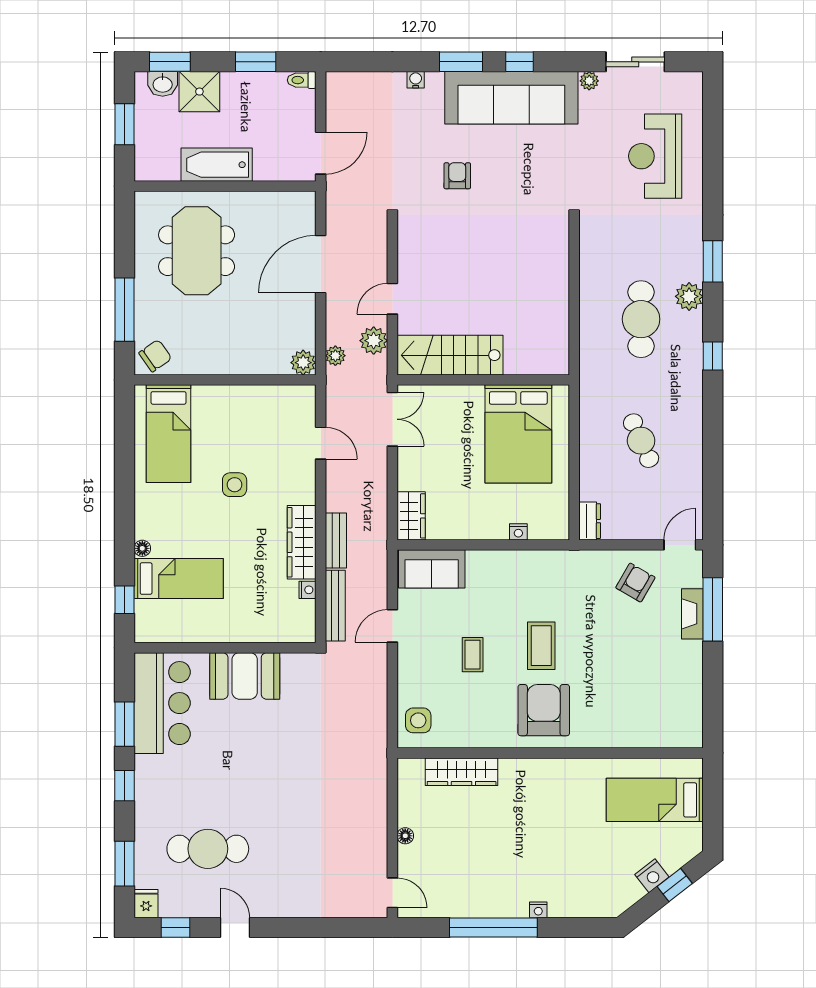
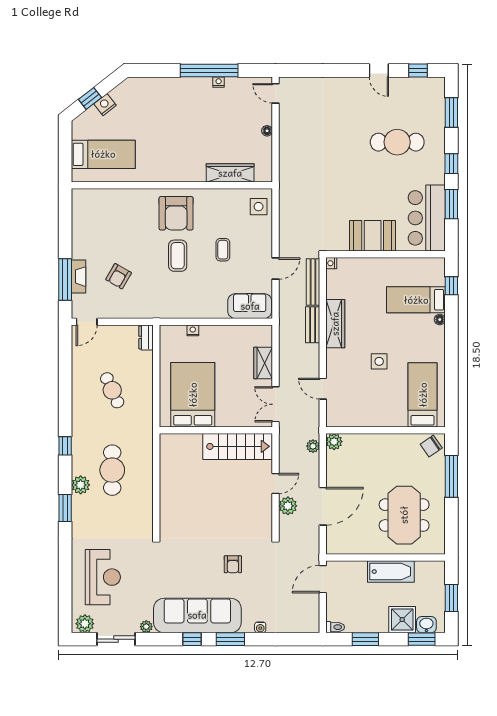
plant: (683, 85) -> (85, 624), added
plant: (374, 341) -> (288, 506), moved
wardrobe: (411, 516) -> (263, 363), moved
armchair: (635, 583) -> (119, 276), moved
nightstand: (307, 590) -> (331, 263), moved
cafe table: (208, 849) -> (397, 142), moved
fridge: (146, 904) -> (437, 86), removed
nightstand: (538, 910) -> (219, 82), moved

